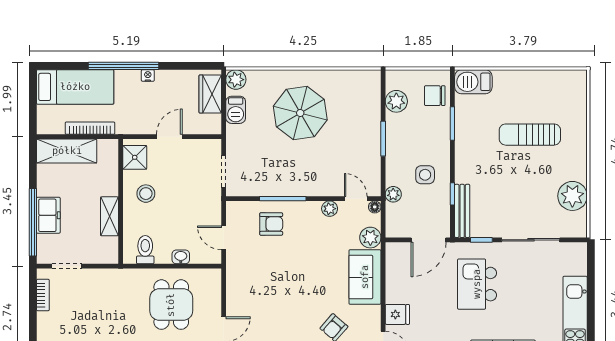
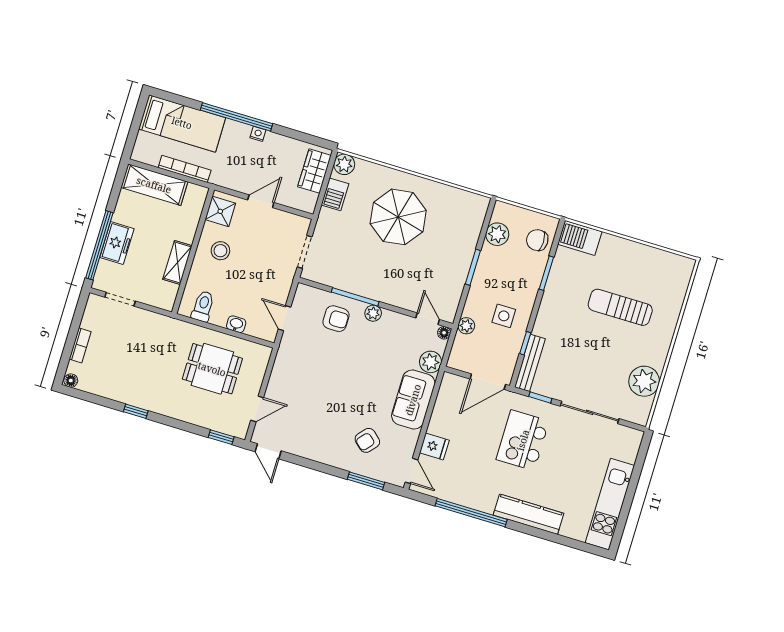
plant: (330, 209) -> (373, 313), moved
bookcase: (43, 295) -> (80, 345), moved
dining table: (171, 305) -> (212, 369), turned 90

